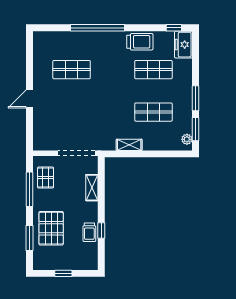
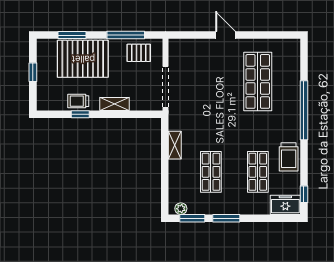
shop shelf: (72, 70) -> (258, 81), width x1.43, depth x1.36
shelving: (92, 188) -> (114, 104), moved
pallet: (51, 228) -> (83, 59), width x1.37, depth x1.41

